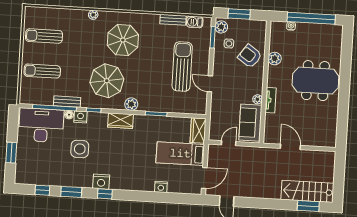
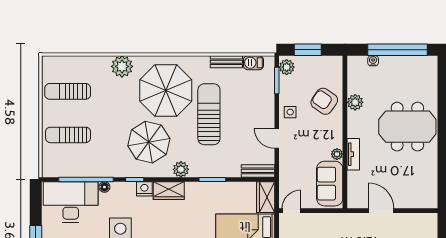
plant: (93, 15) -> (122, 66), width x1.87, depth x1.87
parasol: (123, 40) -> (166, 91), width x1.36, depth x1.36
side table: (229, 43) -> (290, 112), moved
sun lounger: (182, 67) -> (209, 114), moved
bench: (67, 102) -> (258, 171), moved
nightstand: (80, 117) -> (144, 189), moved
door: (229, 143) -> (291, 211), moved

